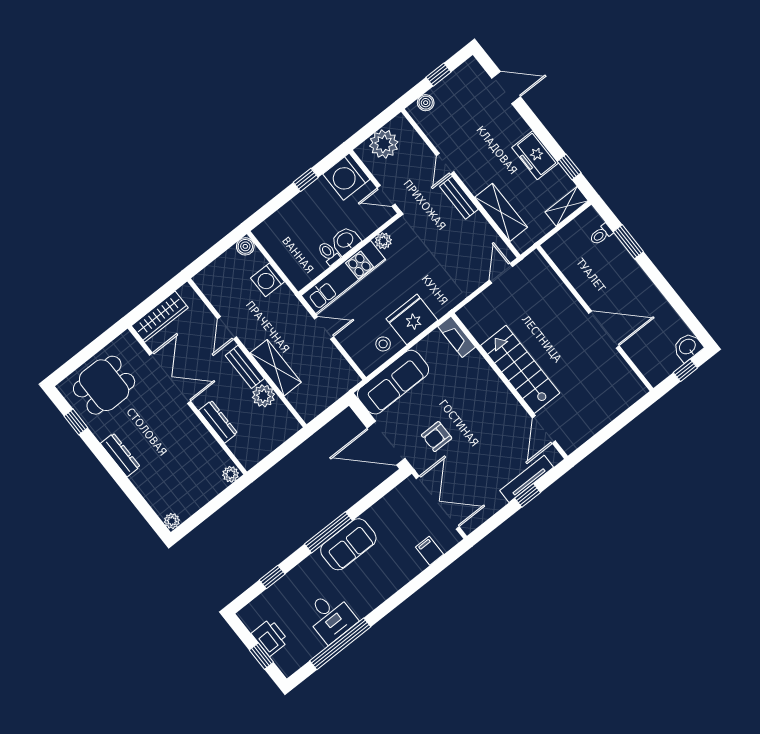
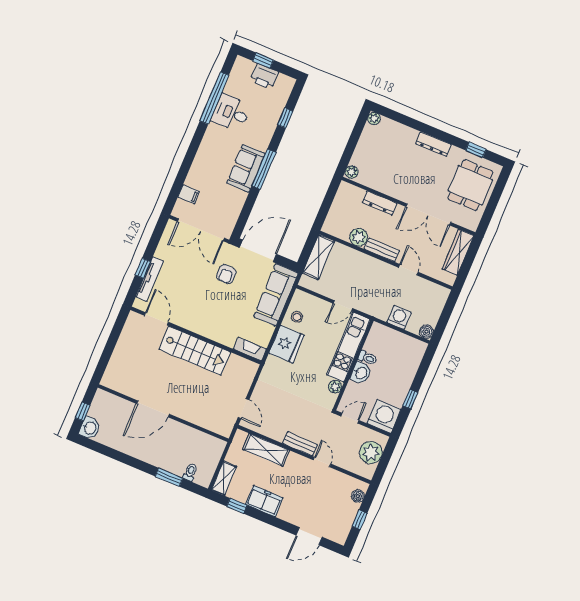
shelving: (276, 368) -> (318, 257), moved, turned 90
armchair: (437, 437) -> (226, 274), turned 180

